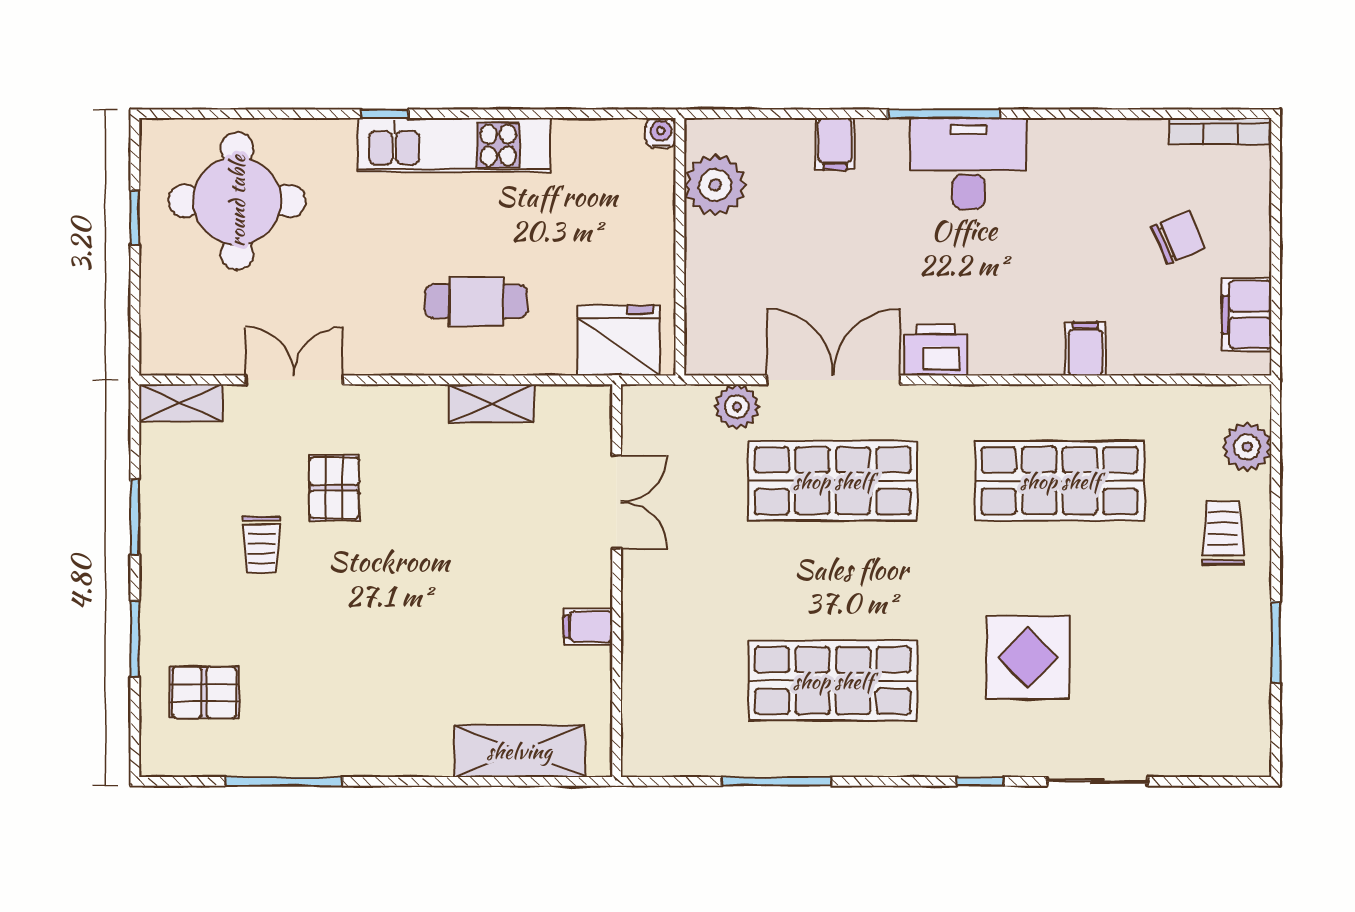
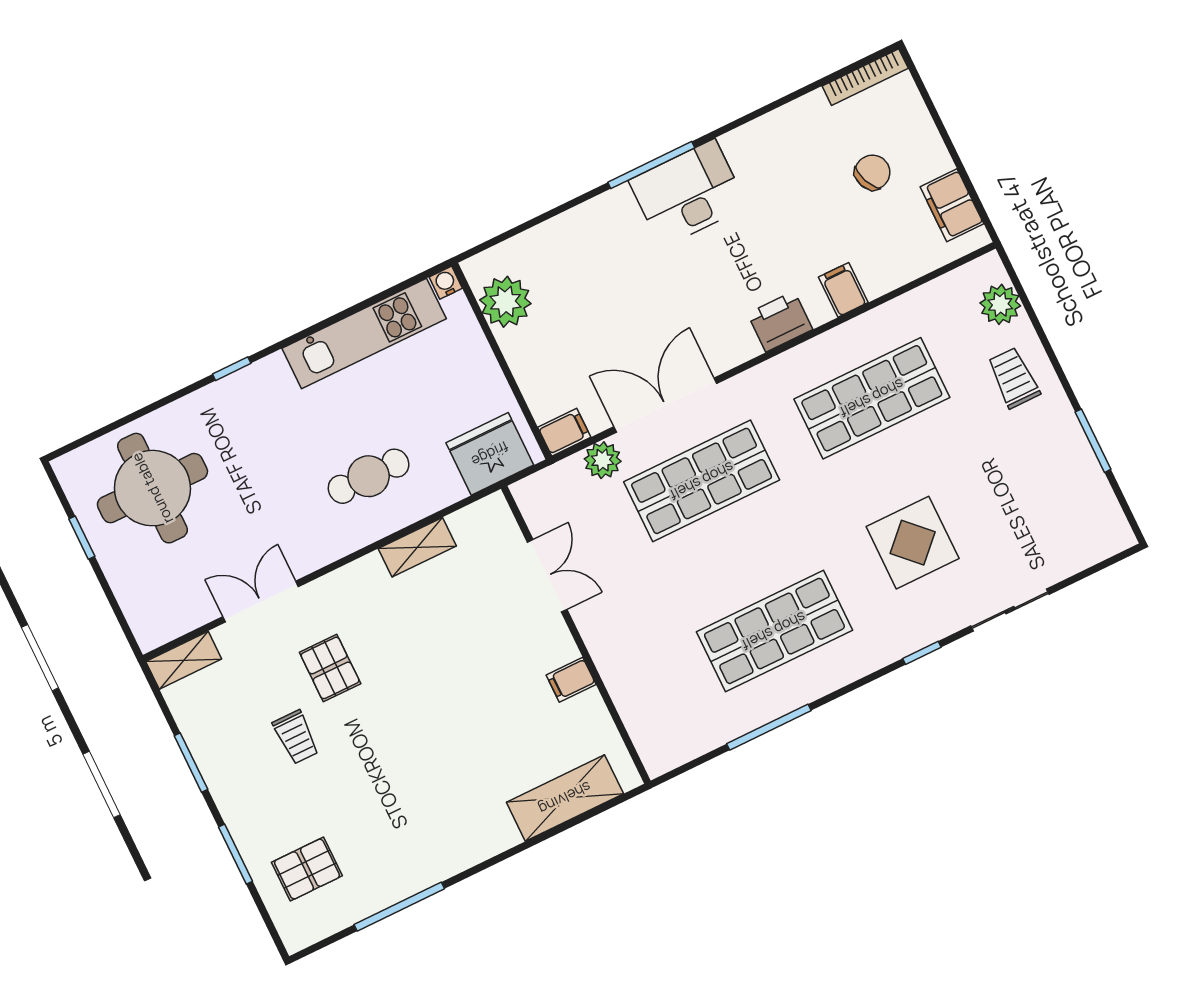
filing cabinet: (835, 144) -> (564, 432), moved, turned -90
kitchen unit: (454, 145) -> (364, 333), moved
printer: (936, 350) -> (780, 321), moved

